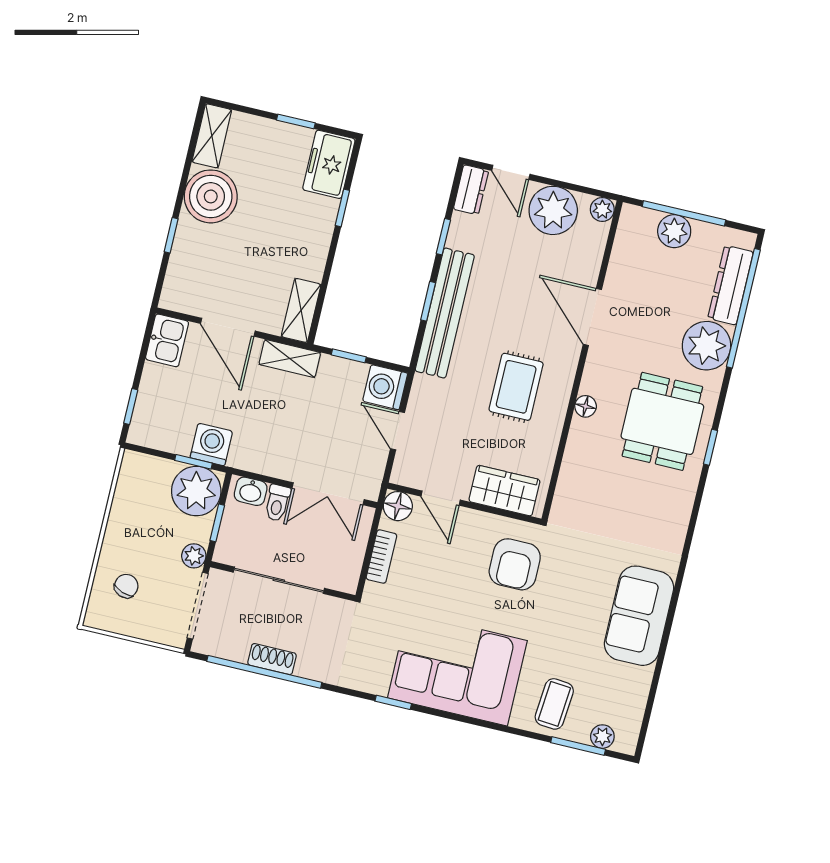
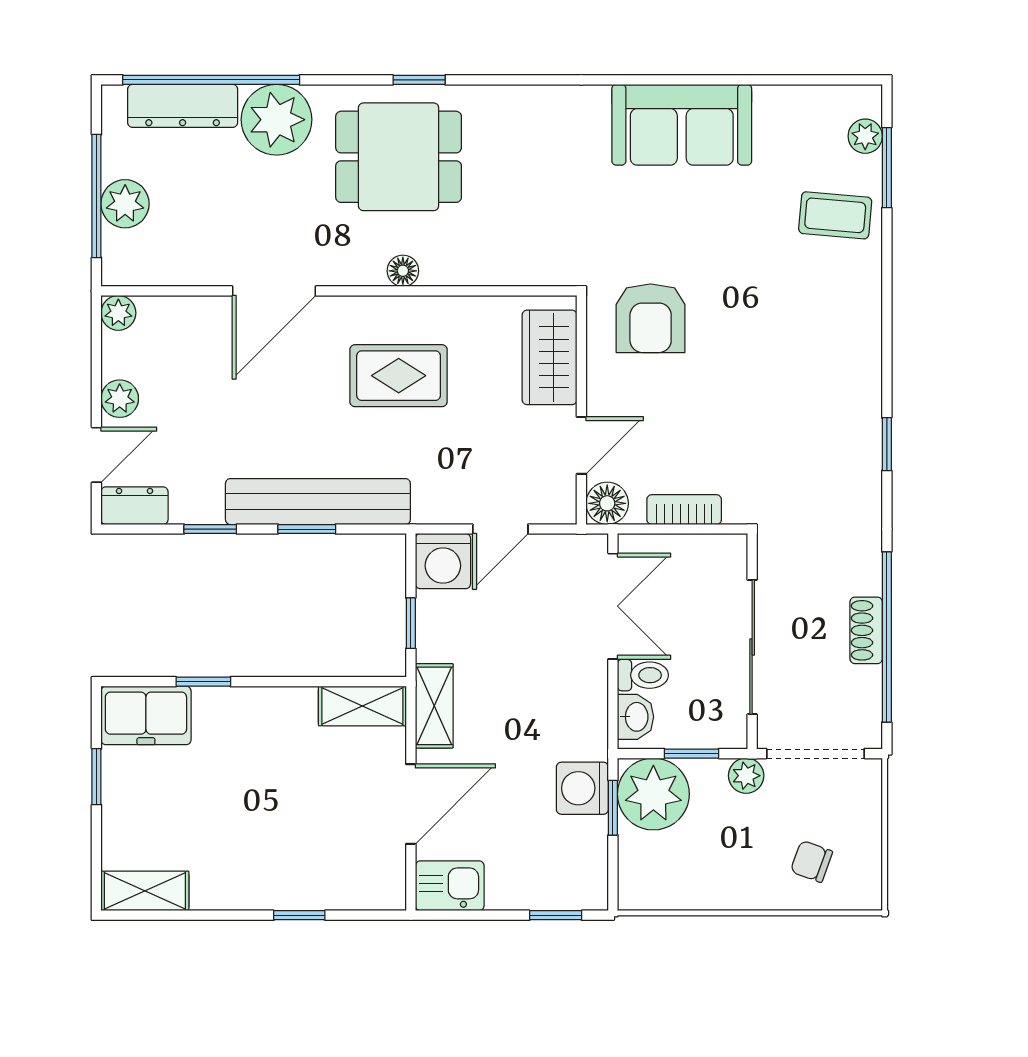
boiler: (211, 196) -> (231, 872), removed
plant: (553, 210) -> (120, 399), width x0.53, depth x0.53
armchair: (515, 564) -> (651, 318), turned 90
corner sofa: (457, 669) -> (818, 364), removed

